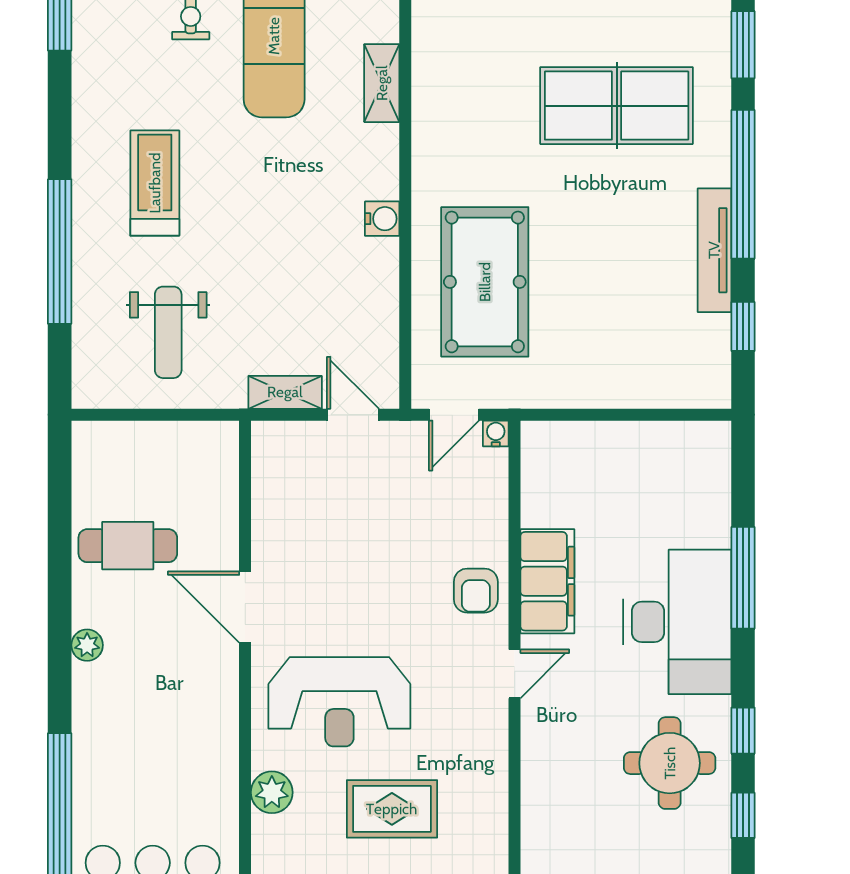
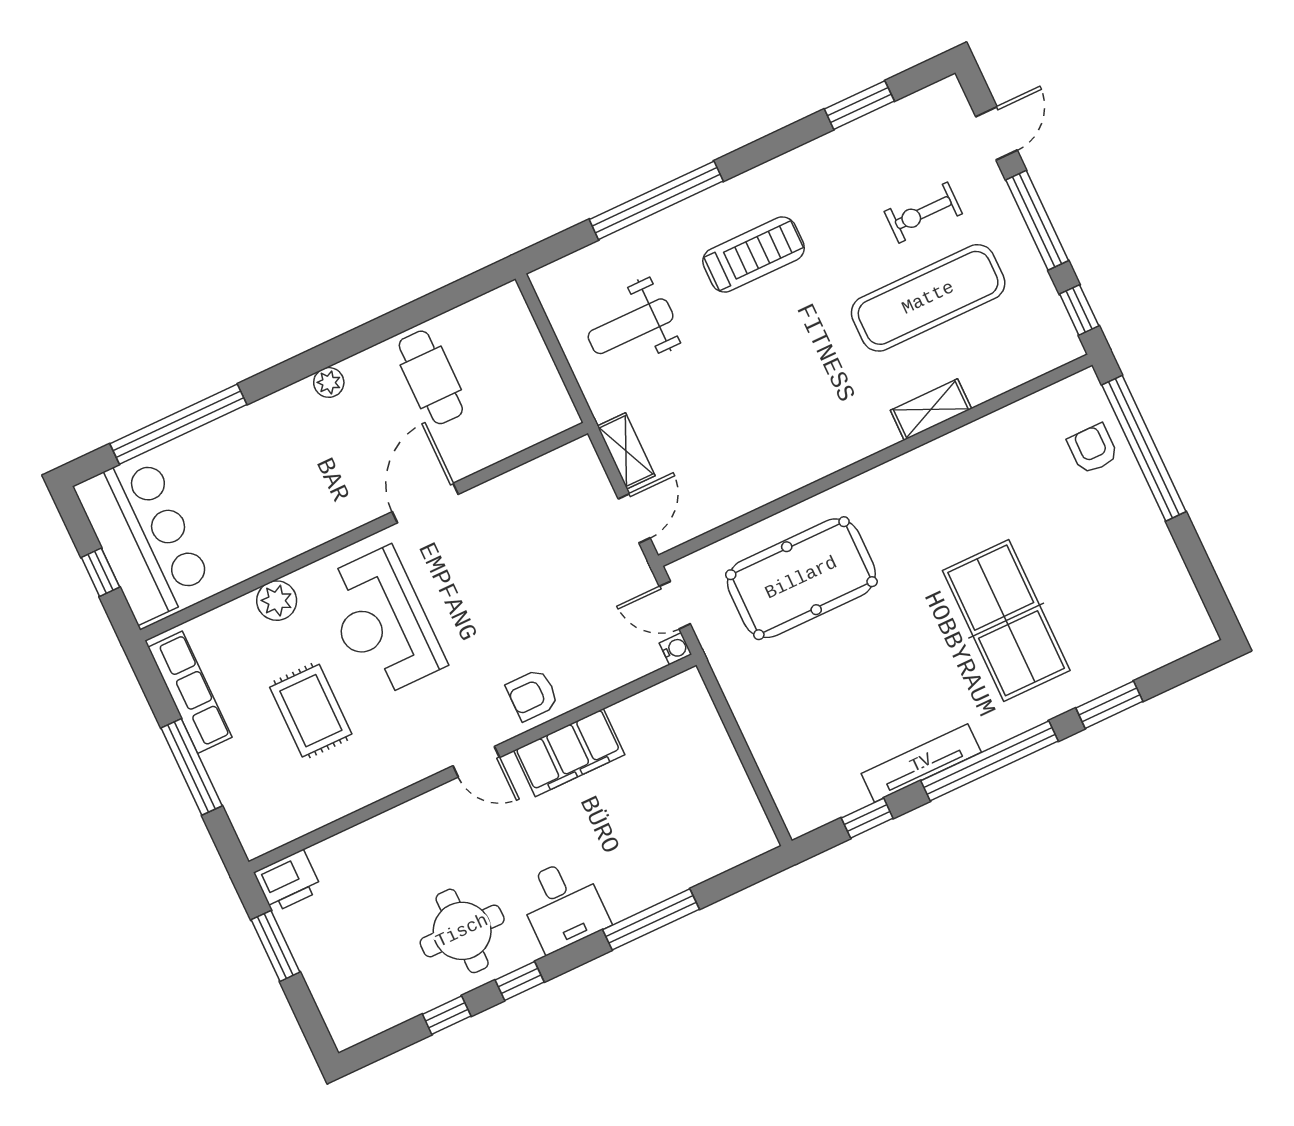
water cooler: (382, 219) -> (814, 464), removed
desk: (677, 622) -> (563, 905), width x0.53, depth x0.77

